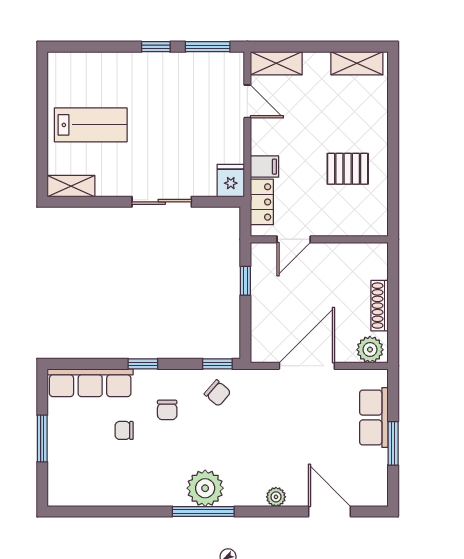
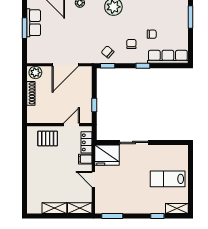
window: (156, 47) -> (157, 216), moved
shelving: (357, 63) -> (54, 208), moved
door: (247, 101) -> (93, 179), moved
pallet: (348, 169) -> (48, 138), moved
fridge: (231, 181) -> (107, 155), width x1.88, depth x1.34
shelving: (71, 186) -> (177, 208), moved
row of seats: (374, 418) -> (34, 23), moved
window: (42, 438) -> (191, 17), moved

